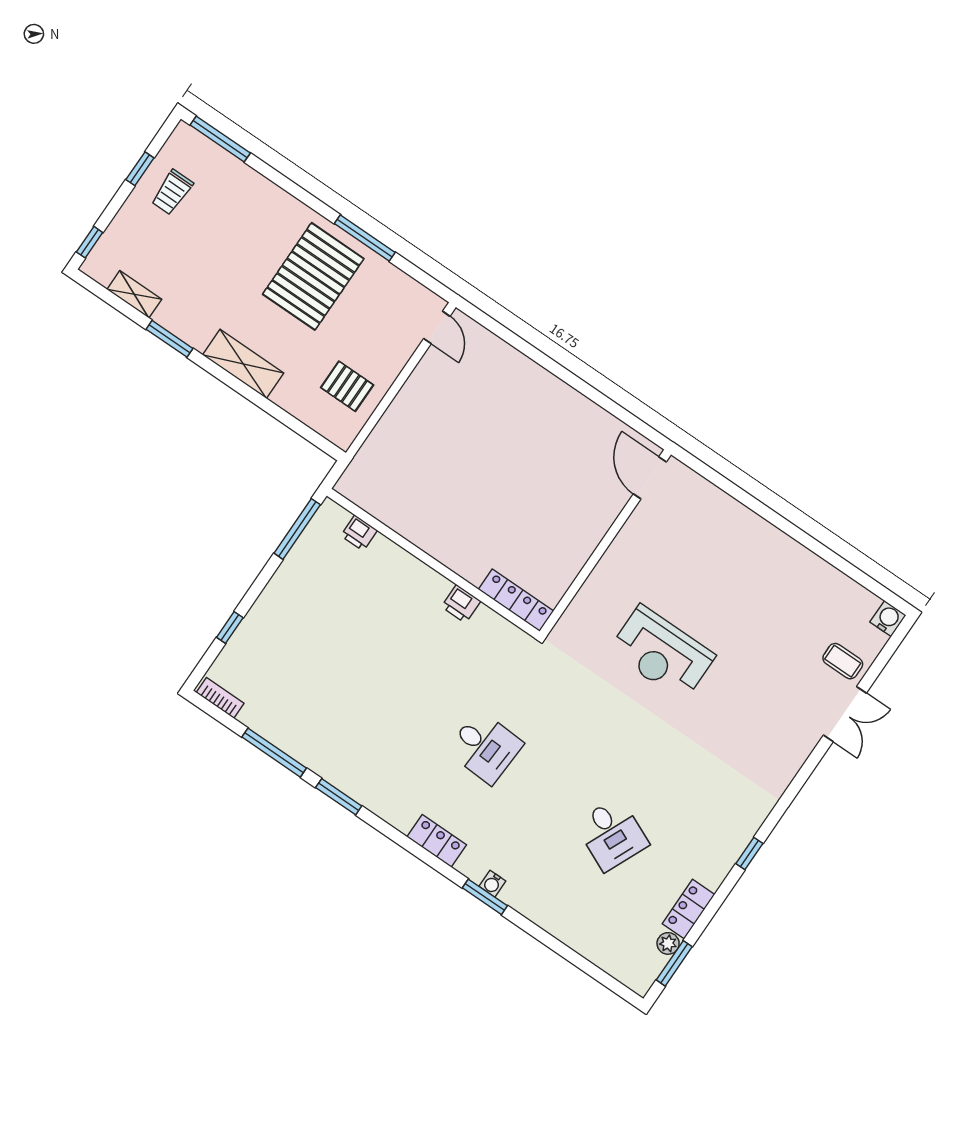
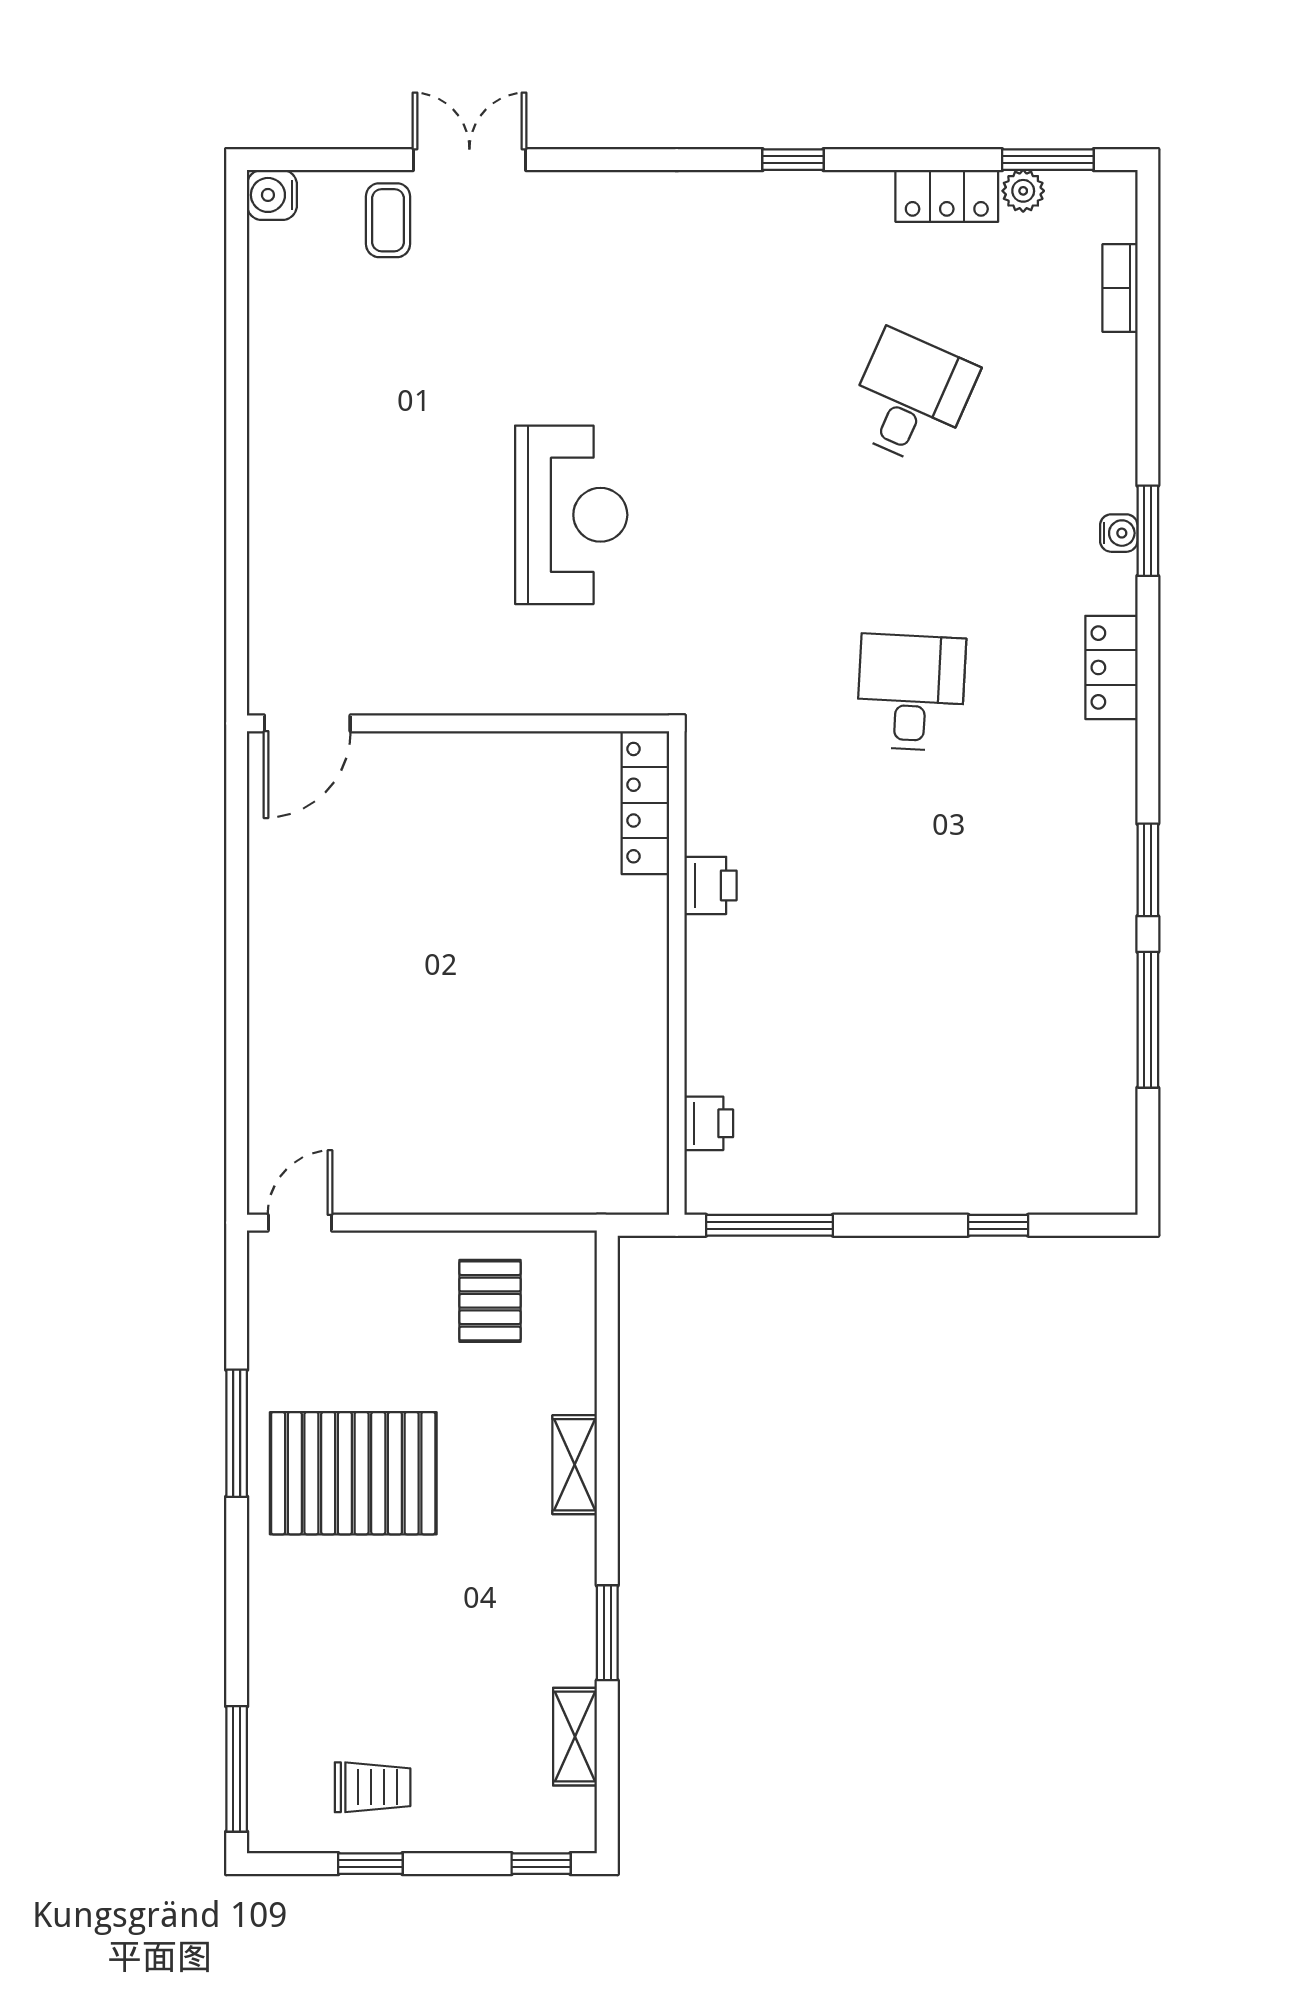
shelving: (243, 364) -> (575, 1465), width x0.67, depth x0.75
bookcase: (220, 698) -> (1120, 288), moved

